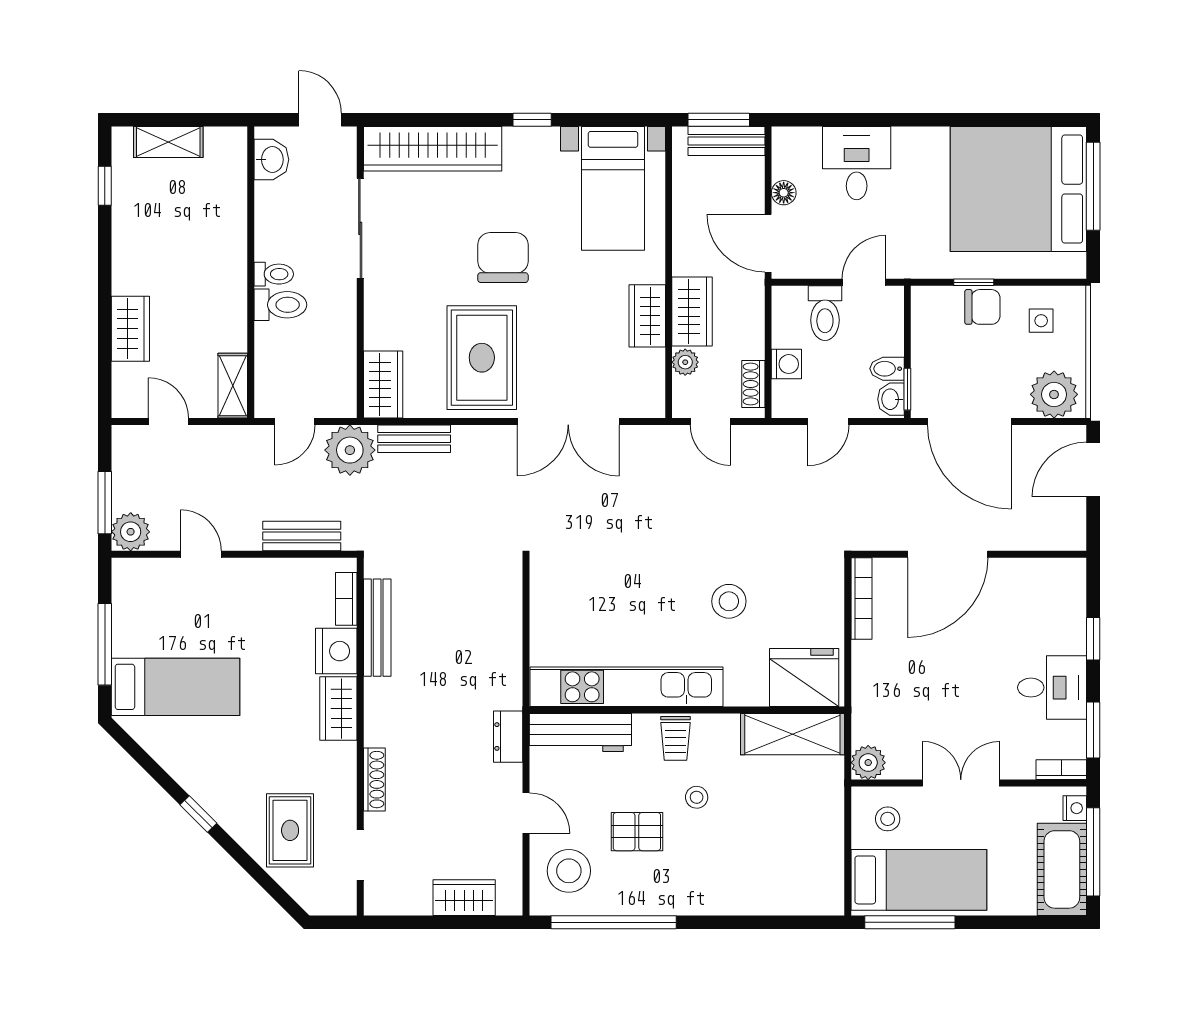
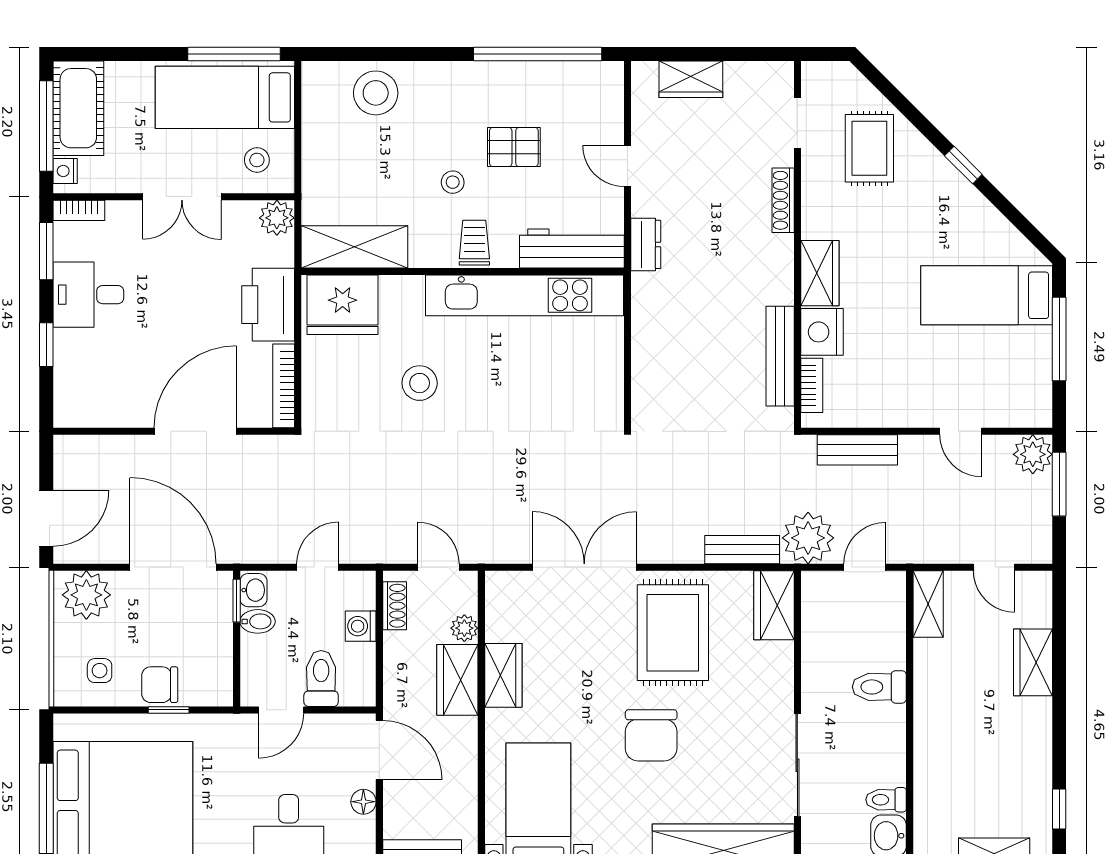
toilet: (274, 274) -> (886, 800), moved
printer: (877, 678) -> (268, 305), added
stool: (569, 871) -> (376, 93), moved

